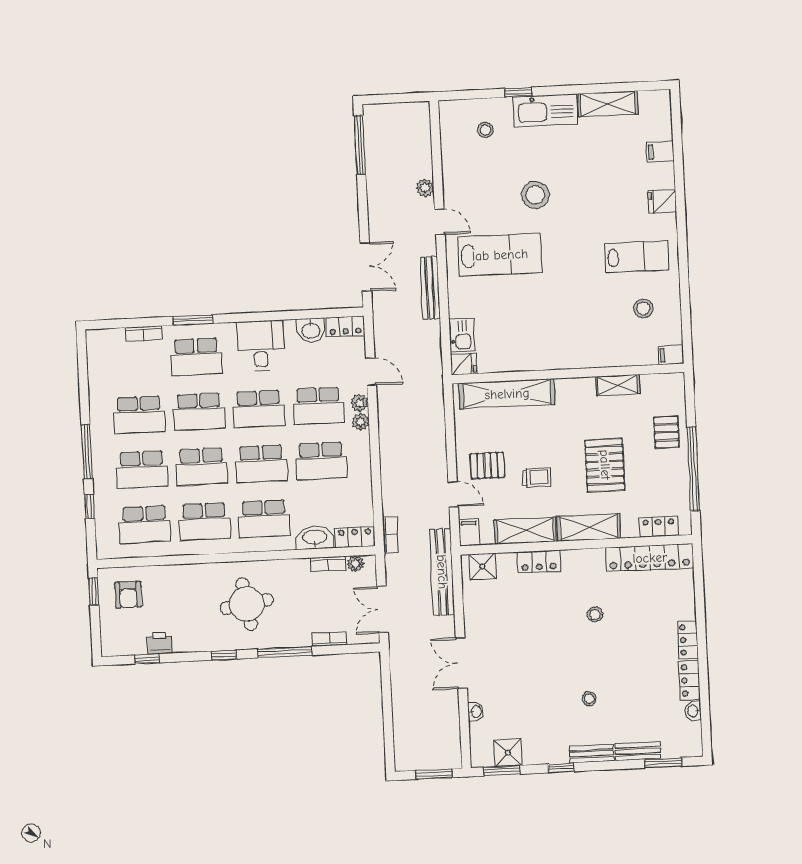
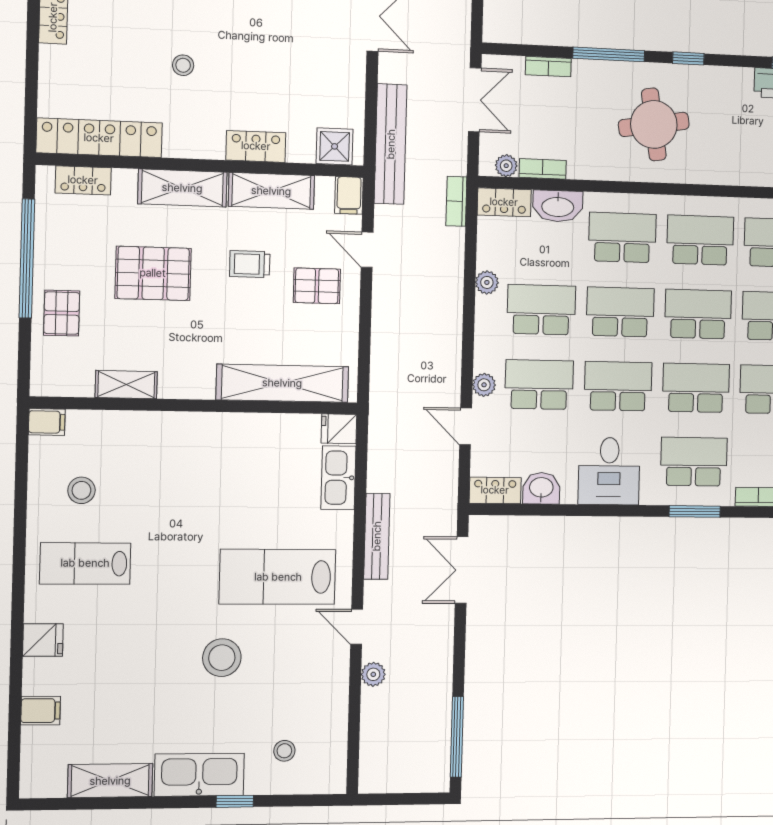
kitchen sink: (462, 335) -> (338, 478), width x1.38
plant: (360, 422) -> (487, 282), moved
pallet: (605, 465) -> (153, 273), turned 90

